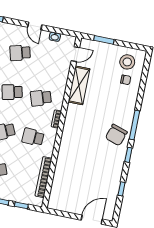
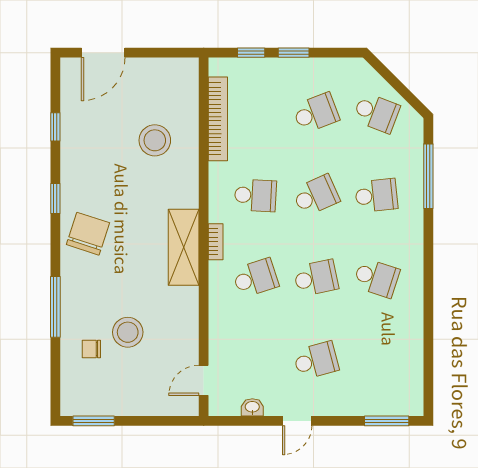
door: (35, 26) -> (297, 421), swing flipped
window: (104, 40) -> (94, 421), moved
stool: (127, 62) -> (128, 332), moved
shelving: (79, 85) -> (184, 247), moved
window: (134, 125) -> (55, 307), moved
stool: (76, 173) -> (155, 140), added

